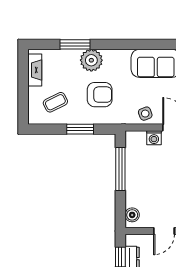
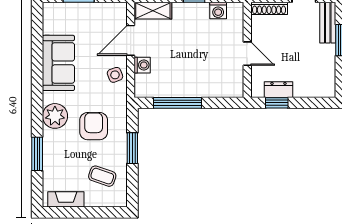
plant: (91, 60) -> (55, 116), moved
coffee table: (55, 102) -> (102, 176), turned -44
boiler: (132, 215) -> (229, 90), removed

